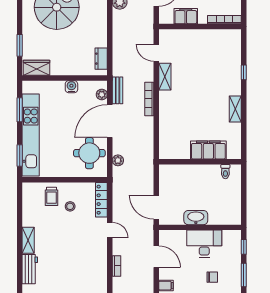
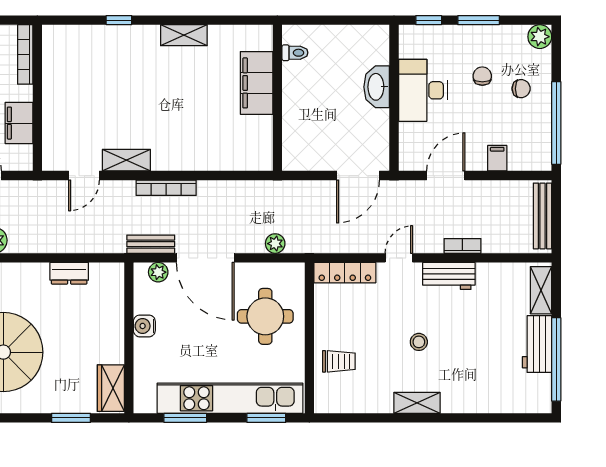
dresser: (101, 59) -> (69, 273), moved
round table: (89, 153) -> (265, 316), moved
stool: (70, 206) -> (419, 342), moved
washbasin: (196, 218) -> (377, 87), moved
workbench: (30, 269) -> (449, 276), moved, turned 180

